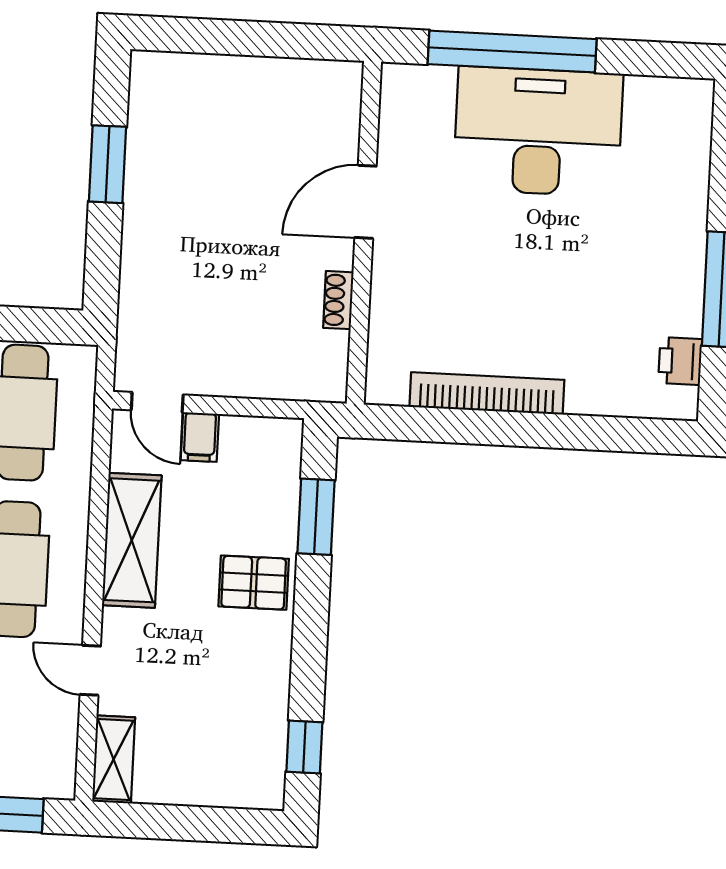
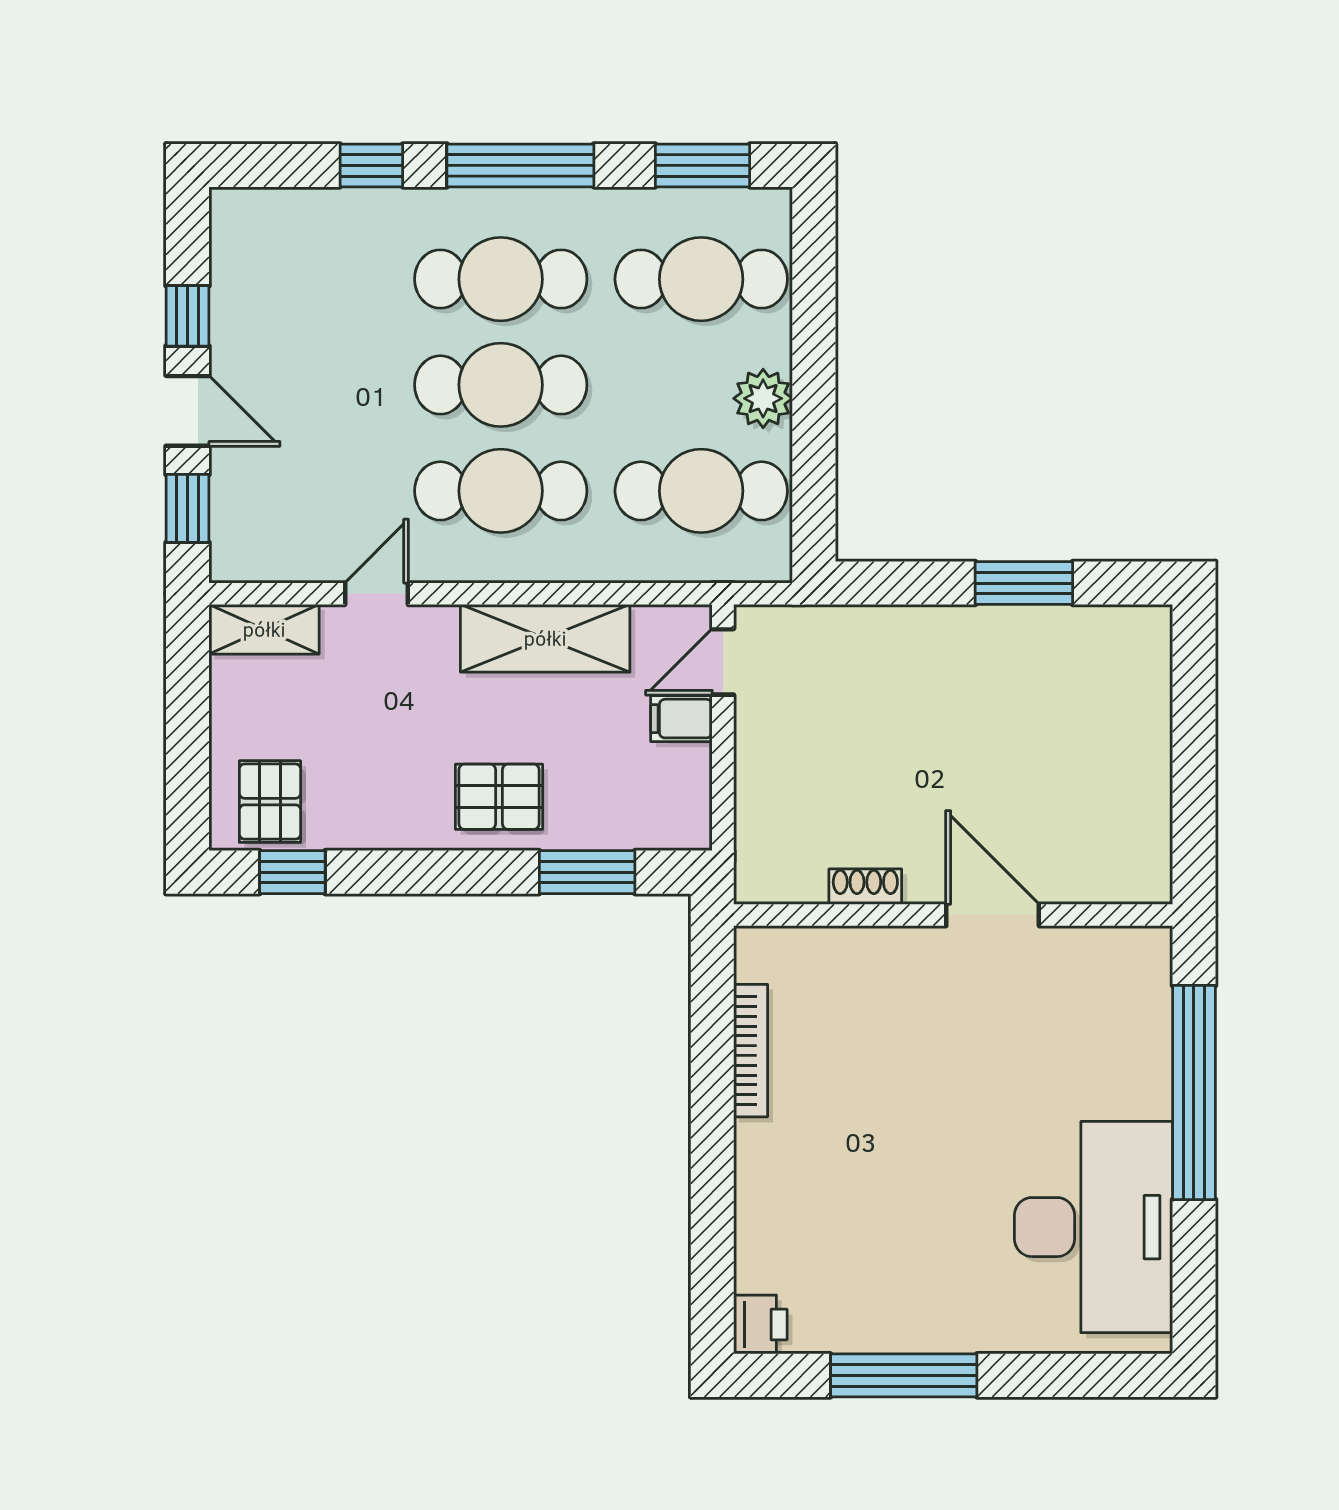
desk: (538, 132) -> (1094, 1227), moved
printer: (680, 361) -> (760, 1325), moved, turned 90
bookcase: (487, 393) -> (751, 1051), width x0.68, depth x0.76
pallet: (254, 583) -> (499, 797), turned 90
pallet: (248, 762) -> (270, 802), added

